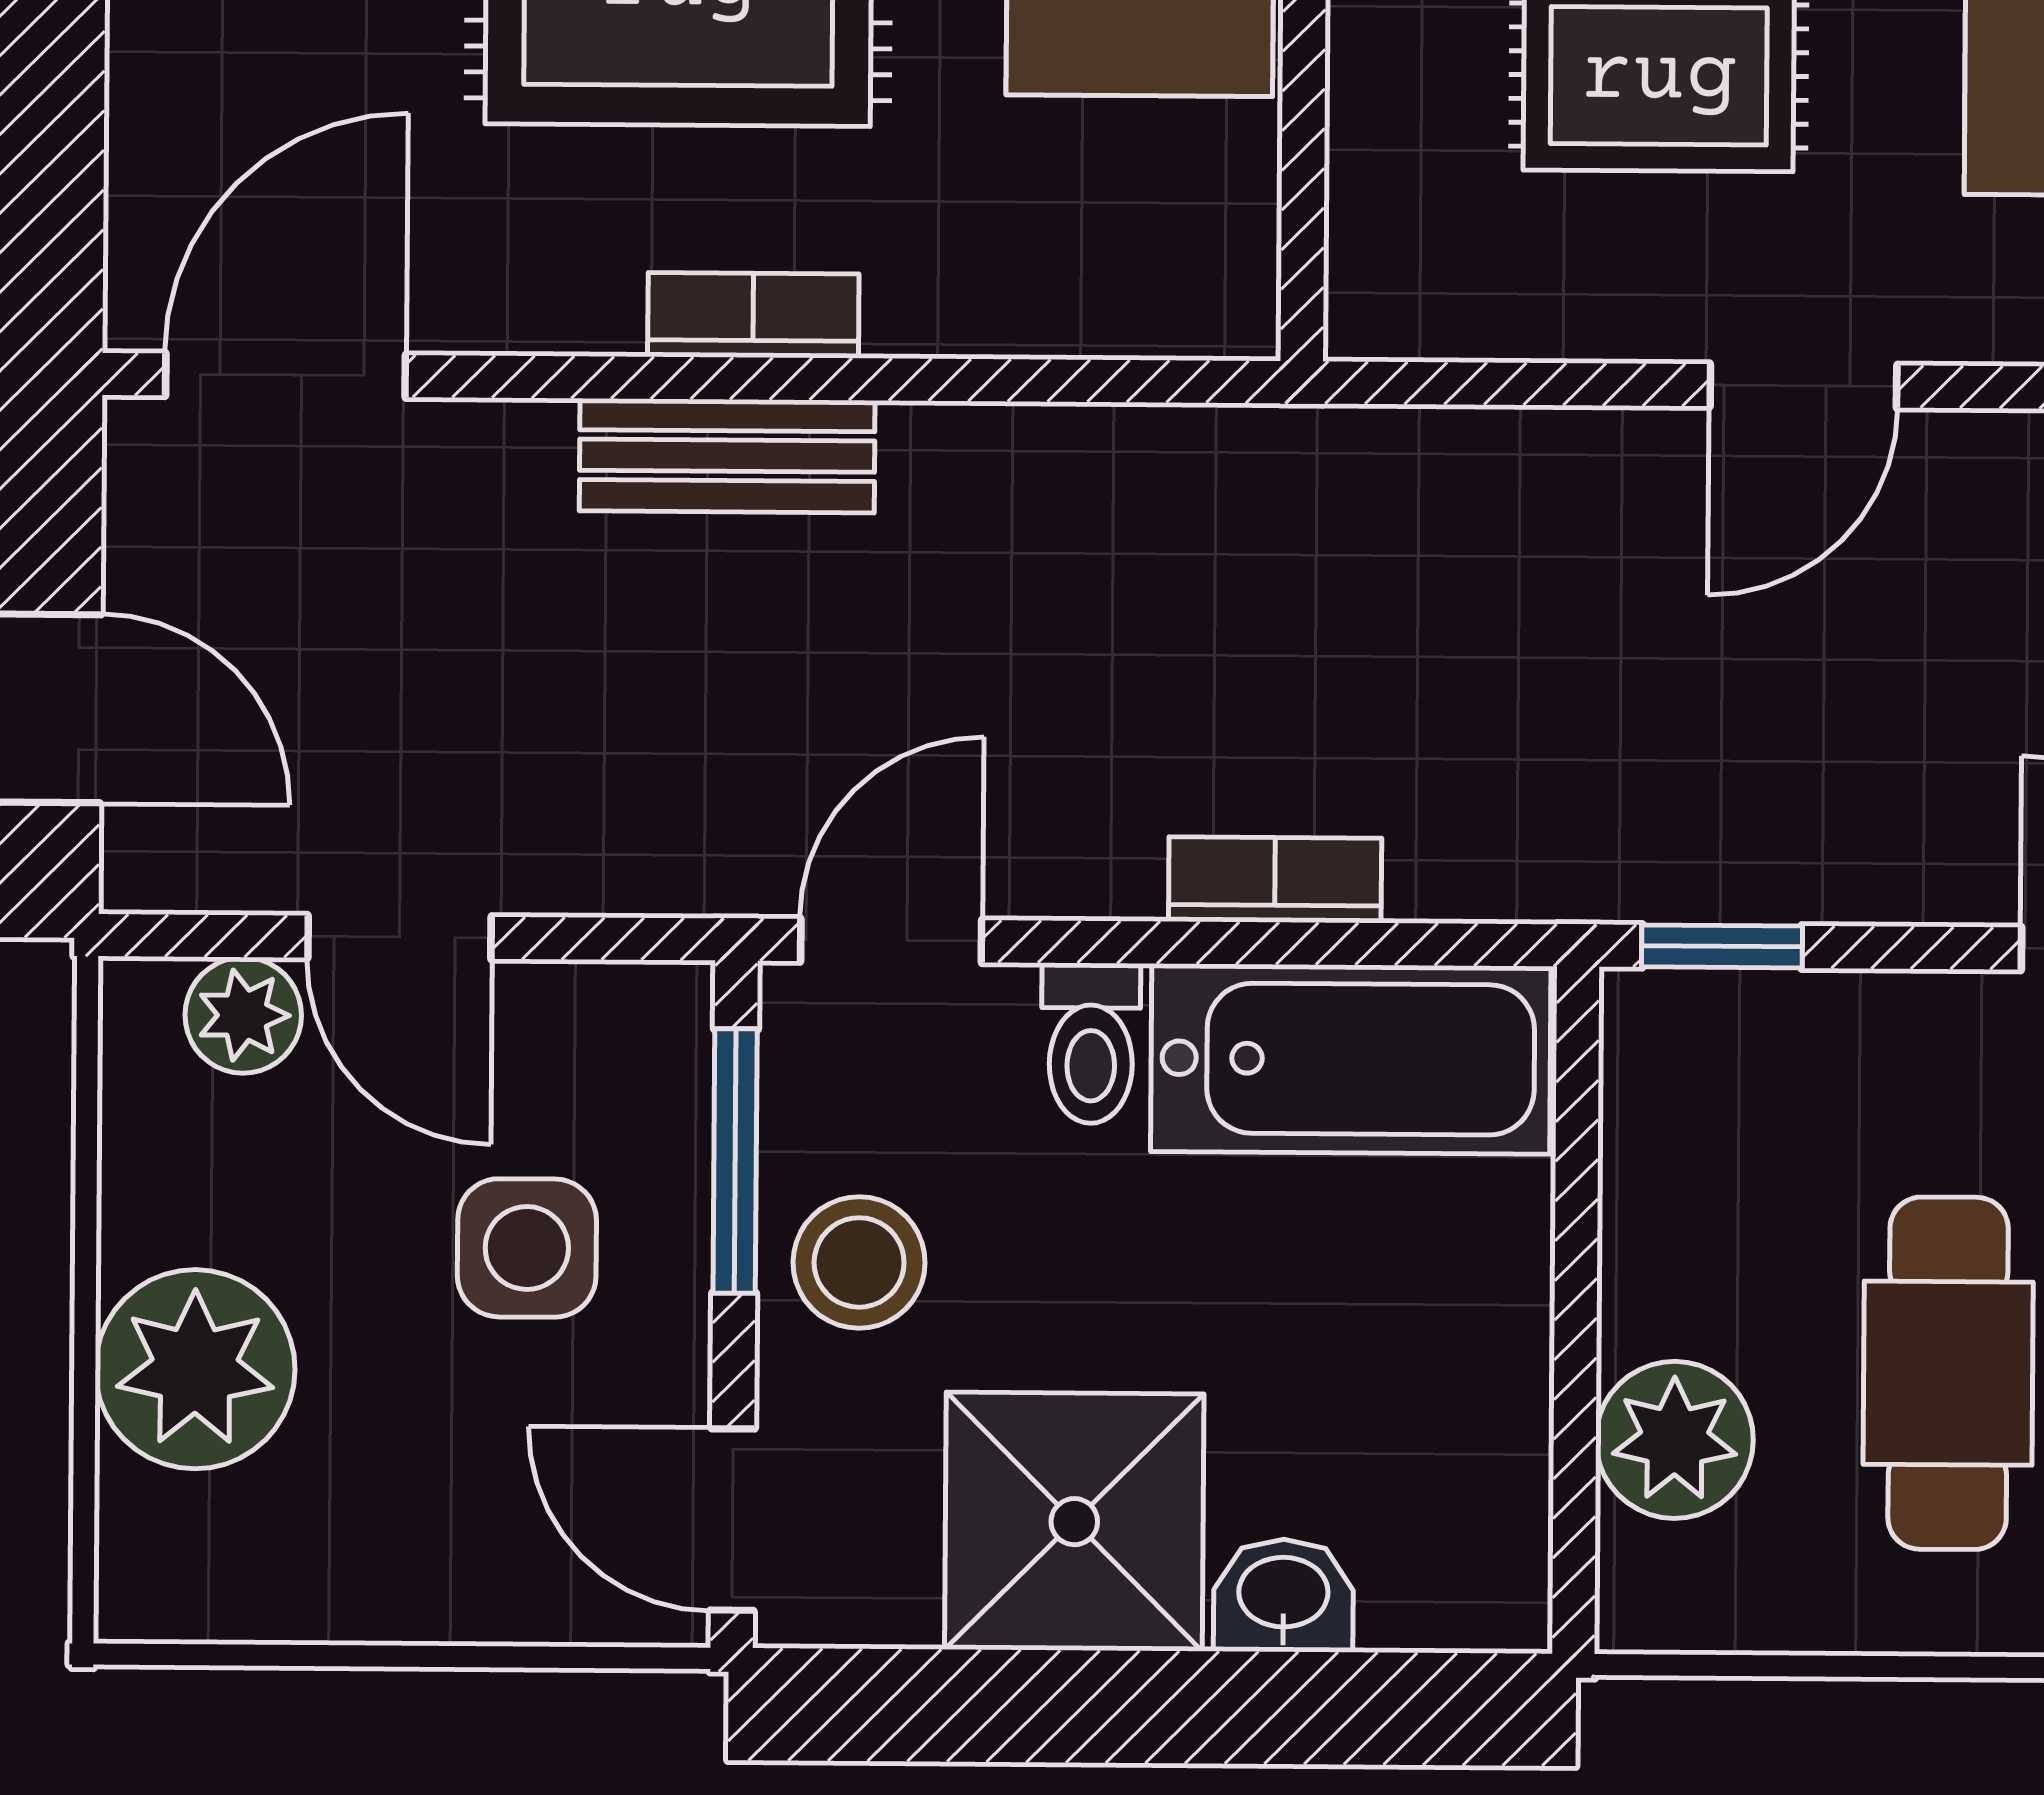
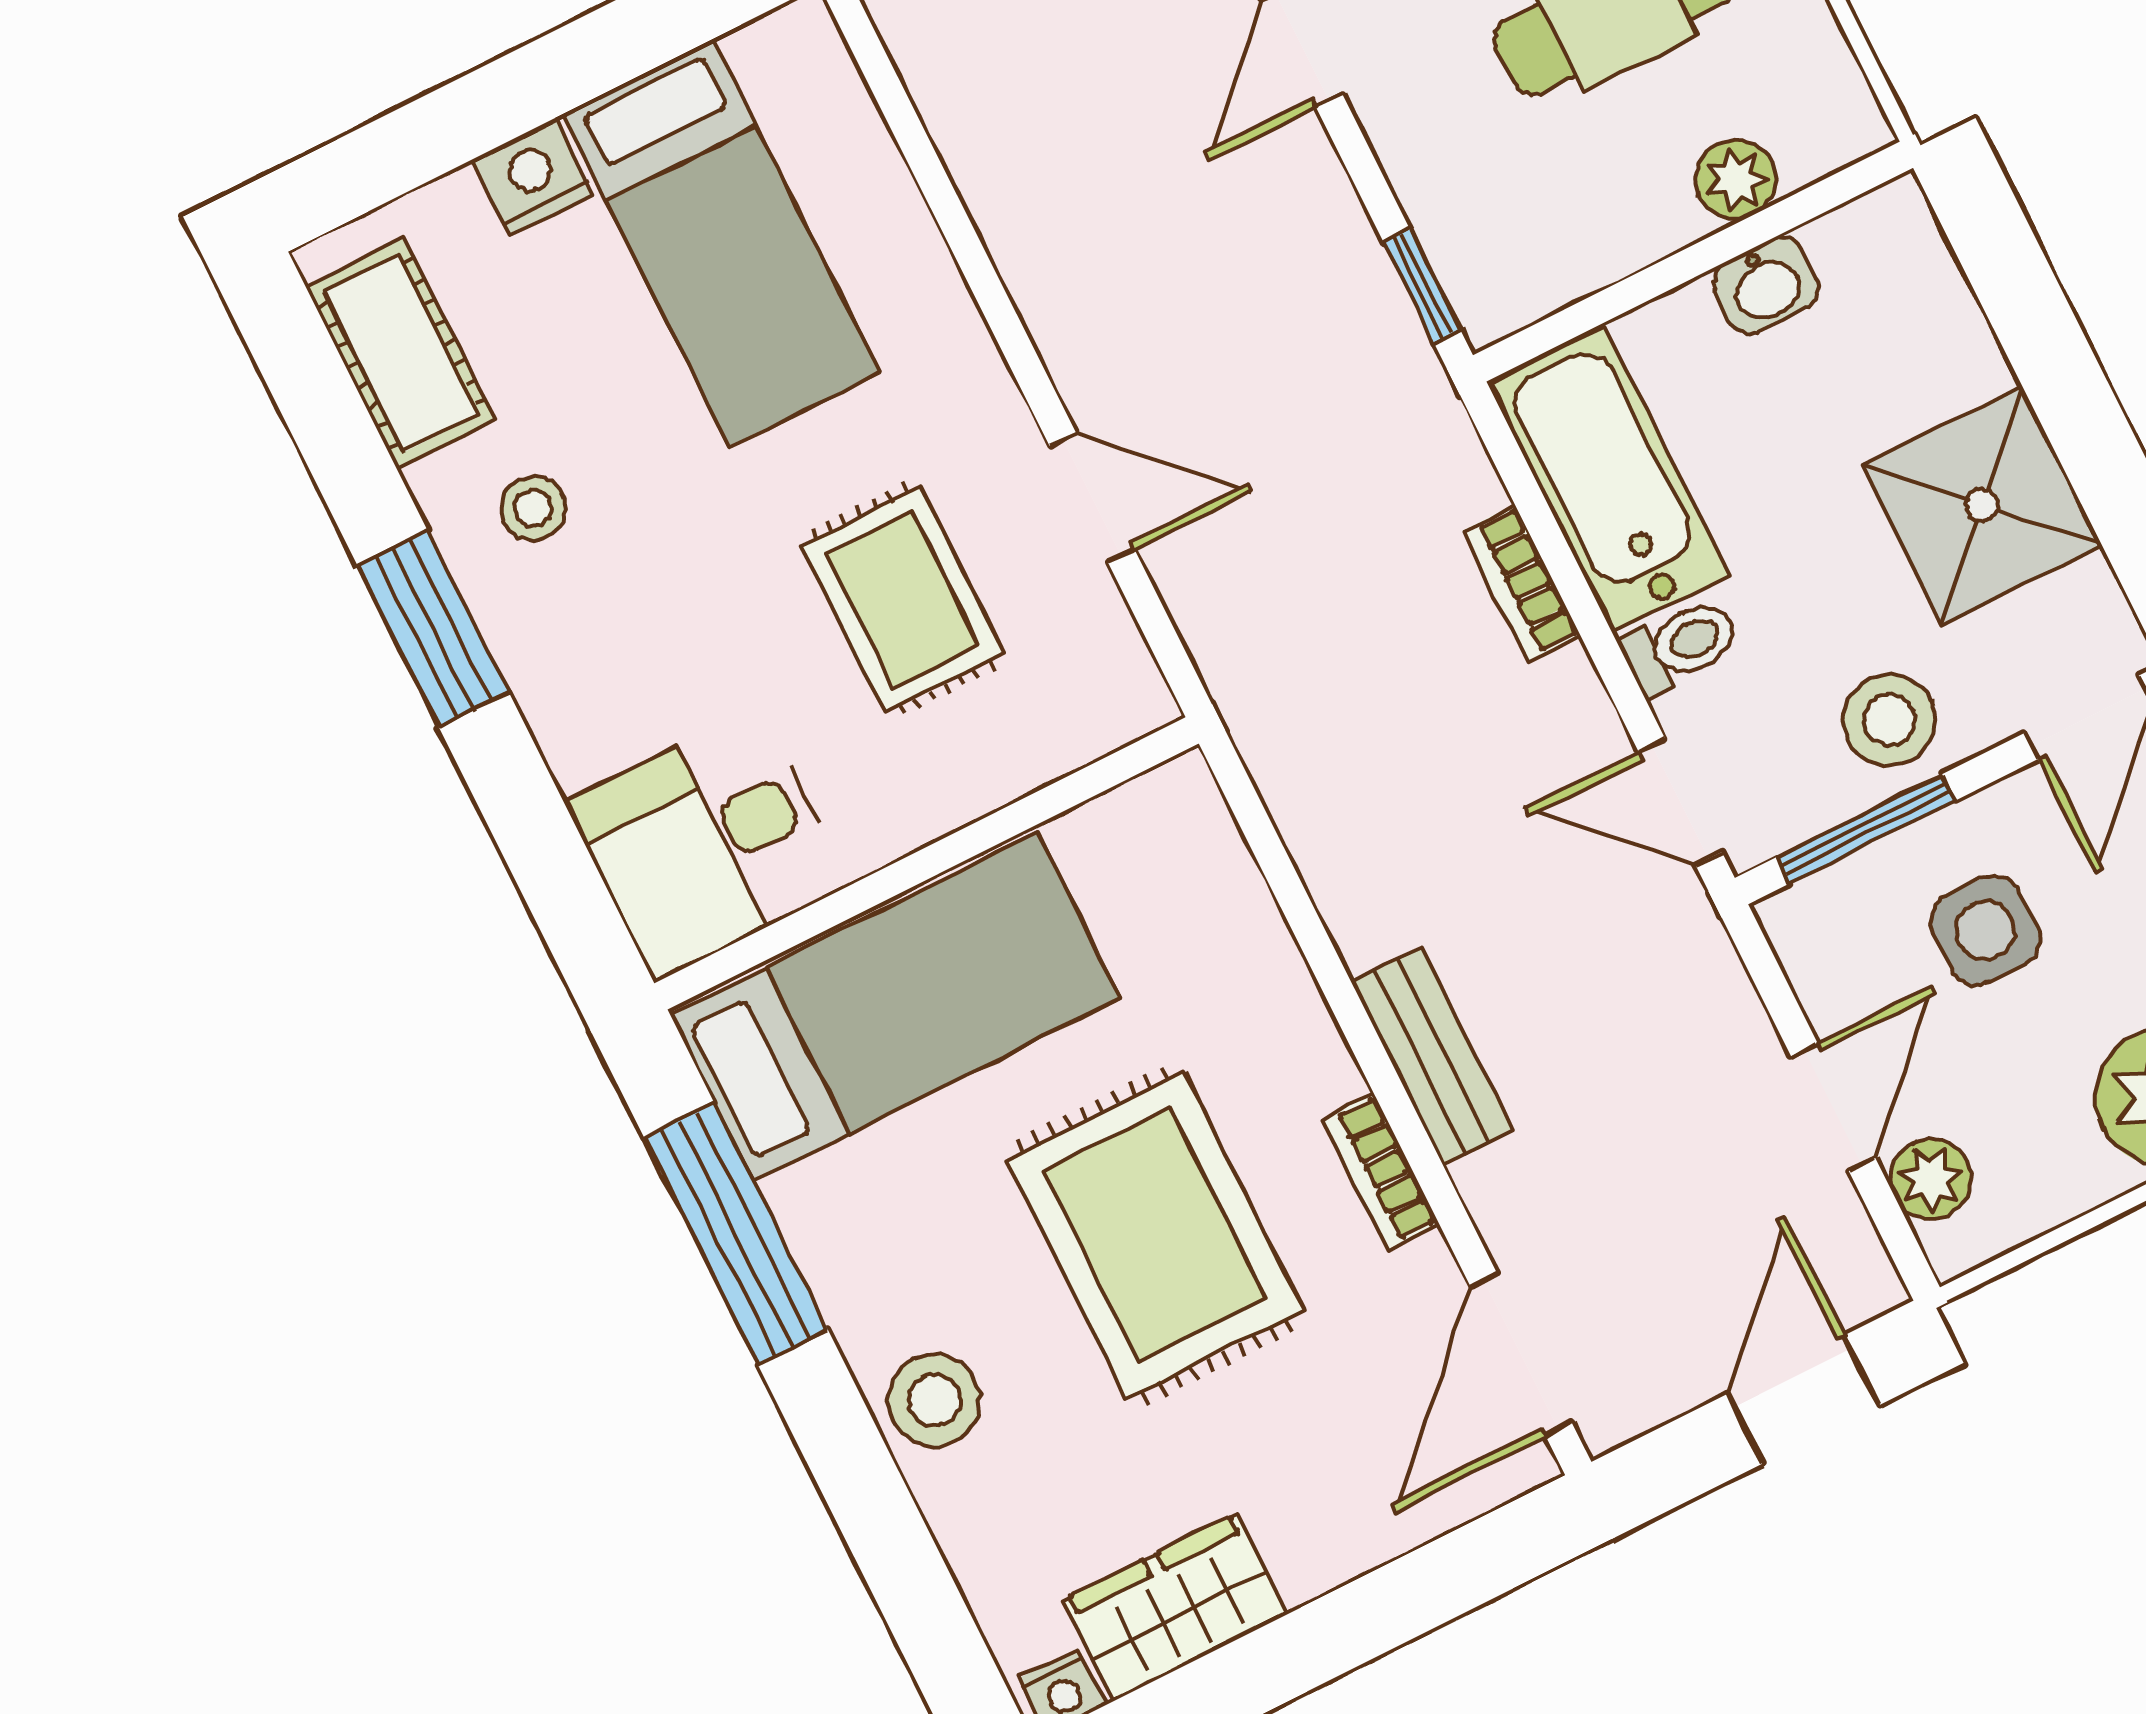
bookcase: (753, 315) -> (1381, 1172), moved
door: (286, 375) -> (1521, 1355), hinge flipped
door: (1803, 386) -> (1092, 498), moved
plant: (1675, 1440) -> (1736, 179), width x0.73, depth x0.73
washbasin: (1283, 1596) -> (1765, 285), moved, turned -90

